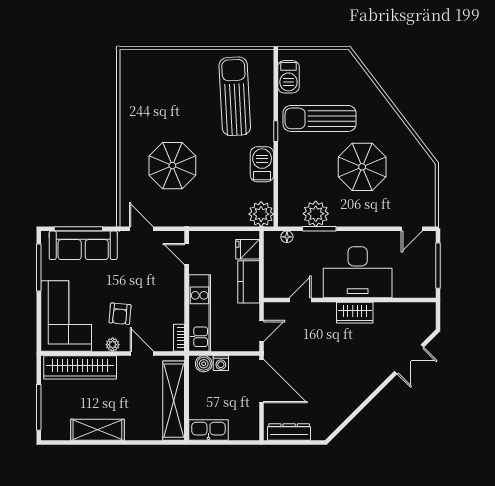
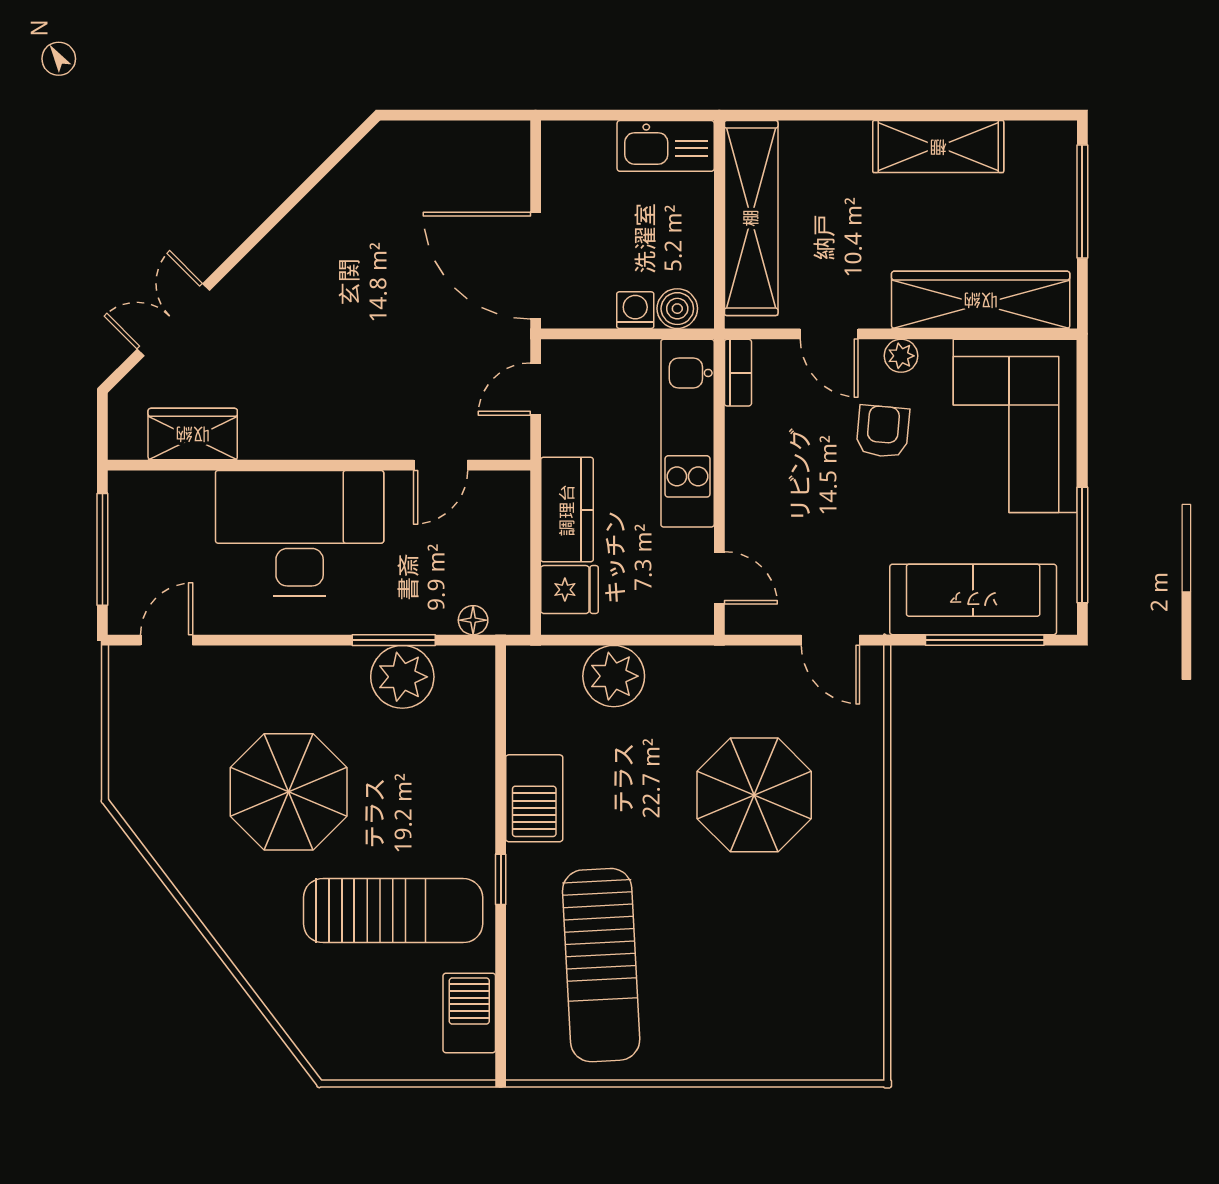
plant: (261, 214) -> (614, 676), moved
wardrobe: (355, 313) -> (193, 434), moved
dresser: (289, 432) -> (468, 141), removed

